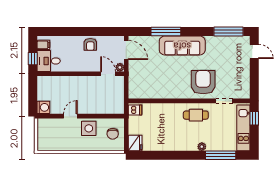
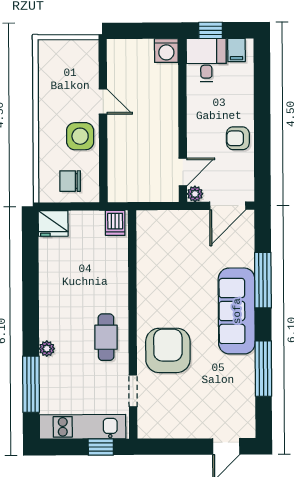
window: (229, 31) -> (263, 369), moved
armchair: (203, 82) -> (168, 350), turned -90
washing machine: (43, 107) -> (166, 51), moved

